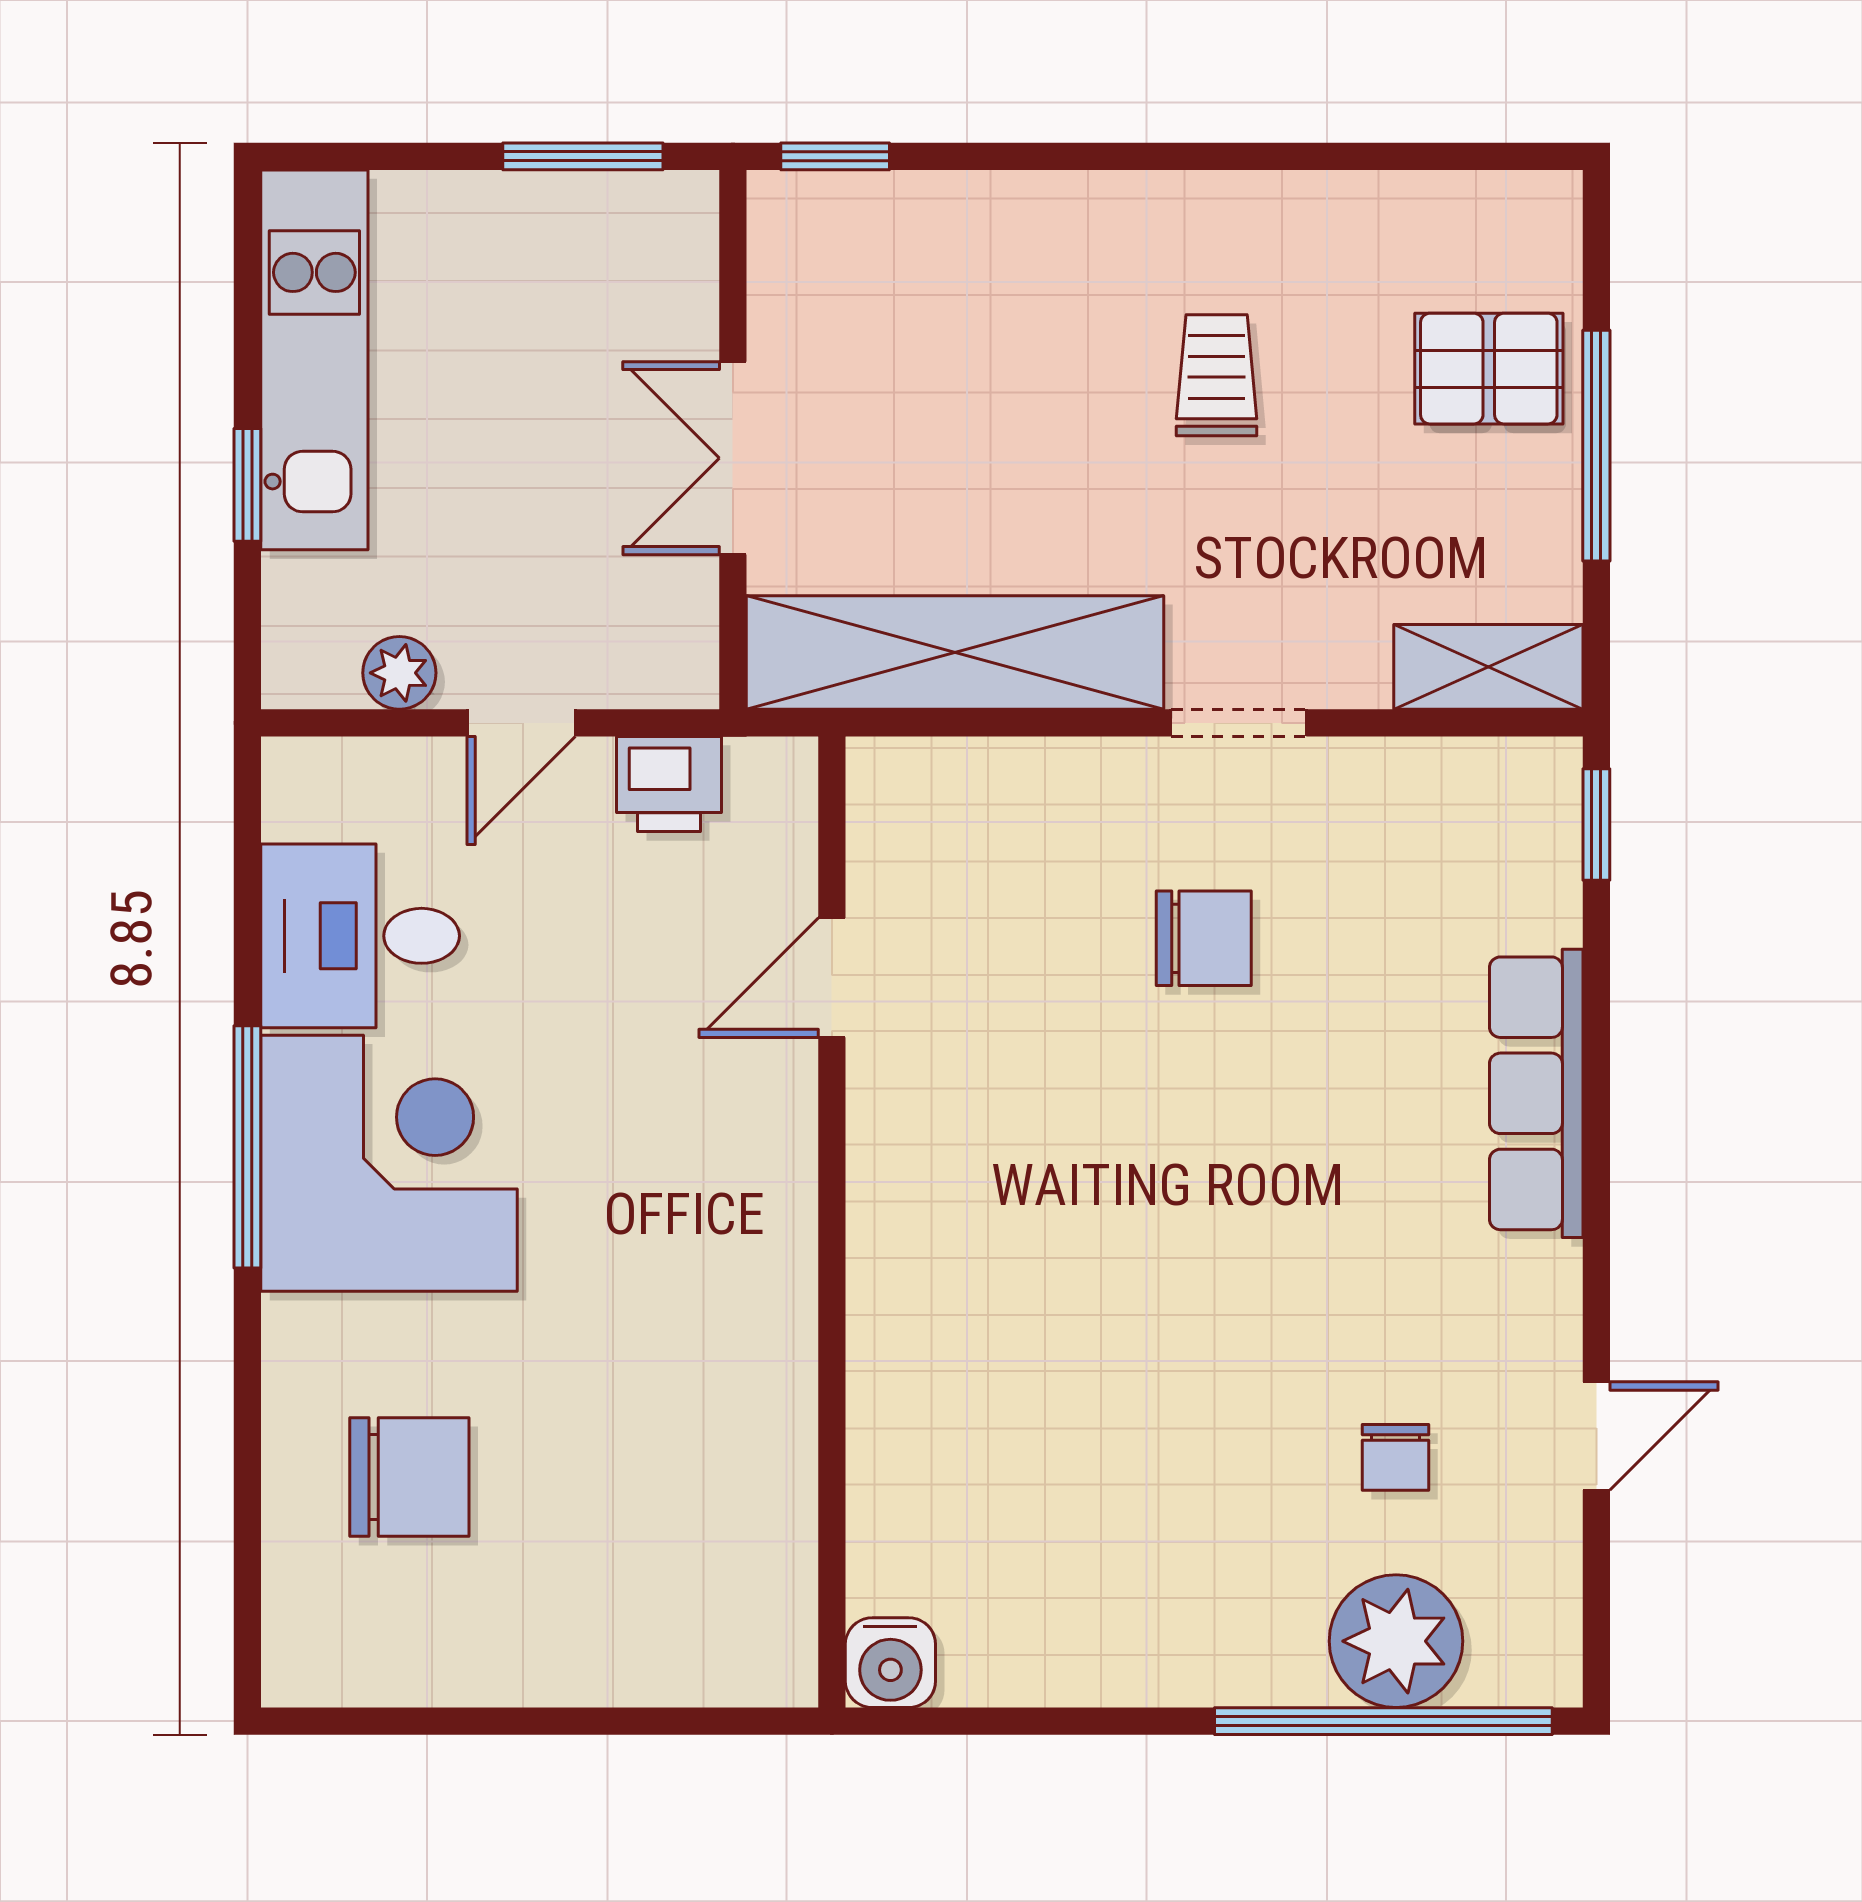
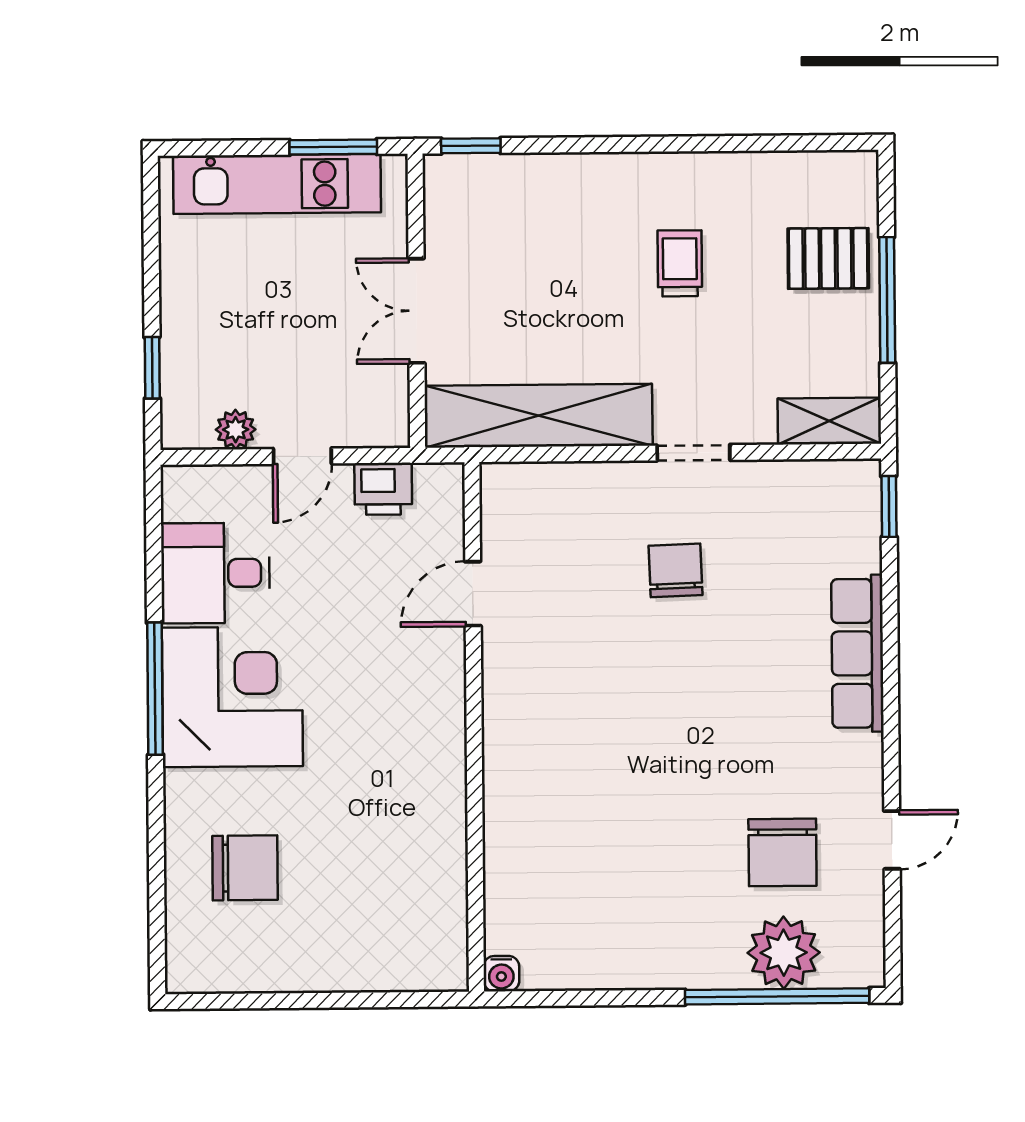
kitchen unit: (314, 360) -> (277, 184), moved, turned 90
window: (247, 485) -> (152, 368), moved
chair: (1204, 938) -> (675, 570), turned -92
chair: (1395, 1457) -> (782, 852), width x1.87, depth x1.87
water cooler: (890, 1663) -> (501, 974), width x0.72, depth x0.72

